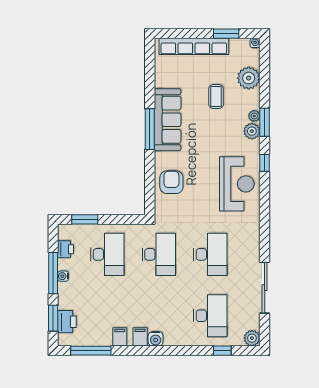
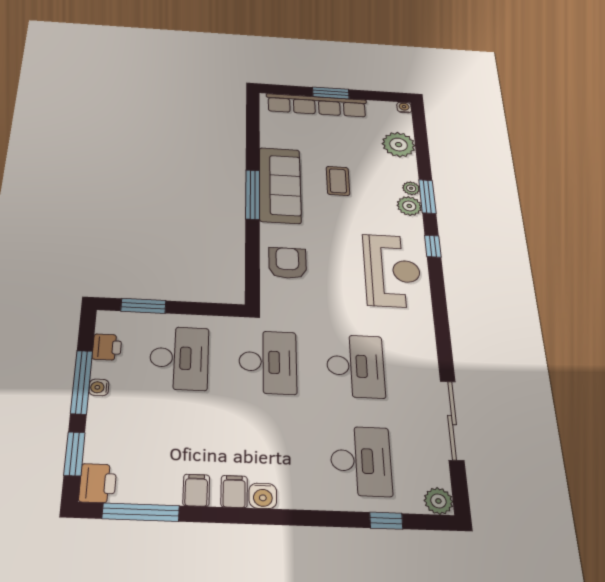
window: (226, 34) -> (331, 93), moved
coffee table: (216, 96) -> (338, 181), moved
printer: (67, 322) -> (98, 483), moved

